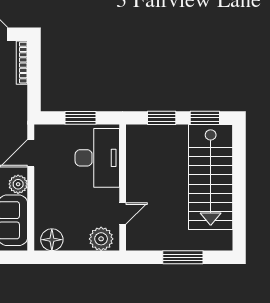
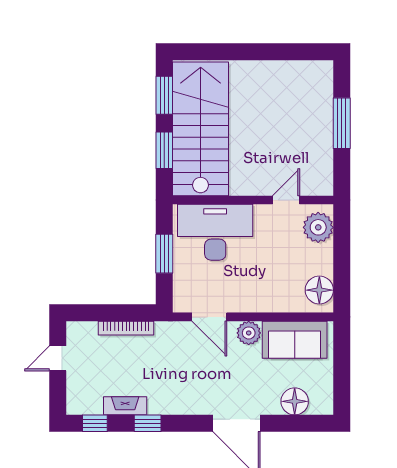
bookcase: (22, 63) -> (126, 328), moved
stairs: (211, 177) -> (201, 129), moved, turned -90
door: (123, 214) -> (286, 200), hinge flipped

